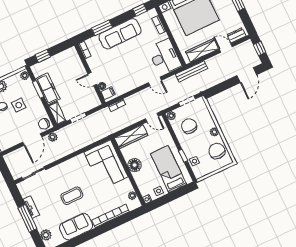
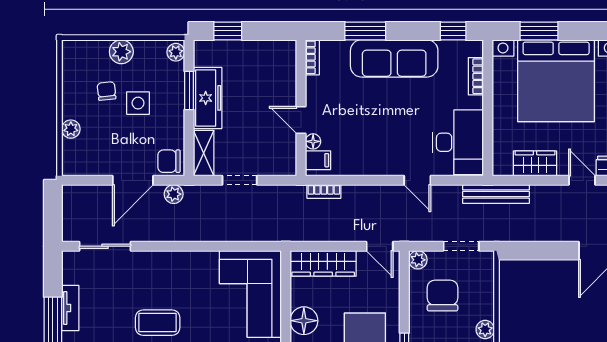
wardrobe: (202, 50) -> (535, 163), width x0.67

